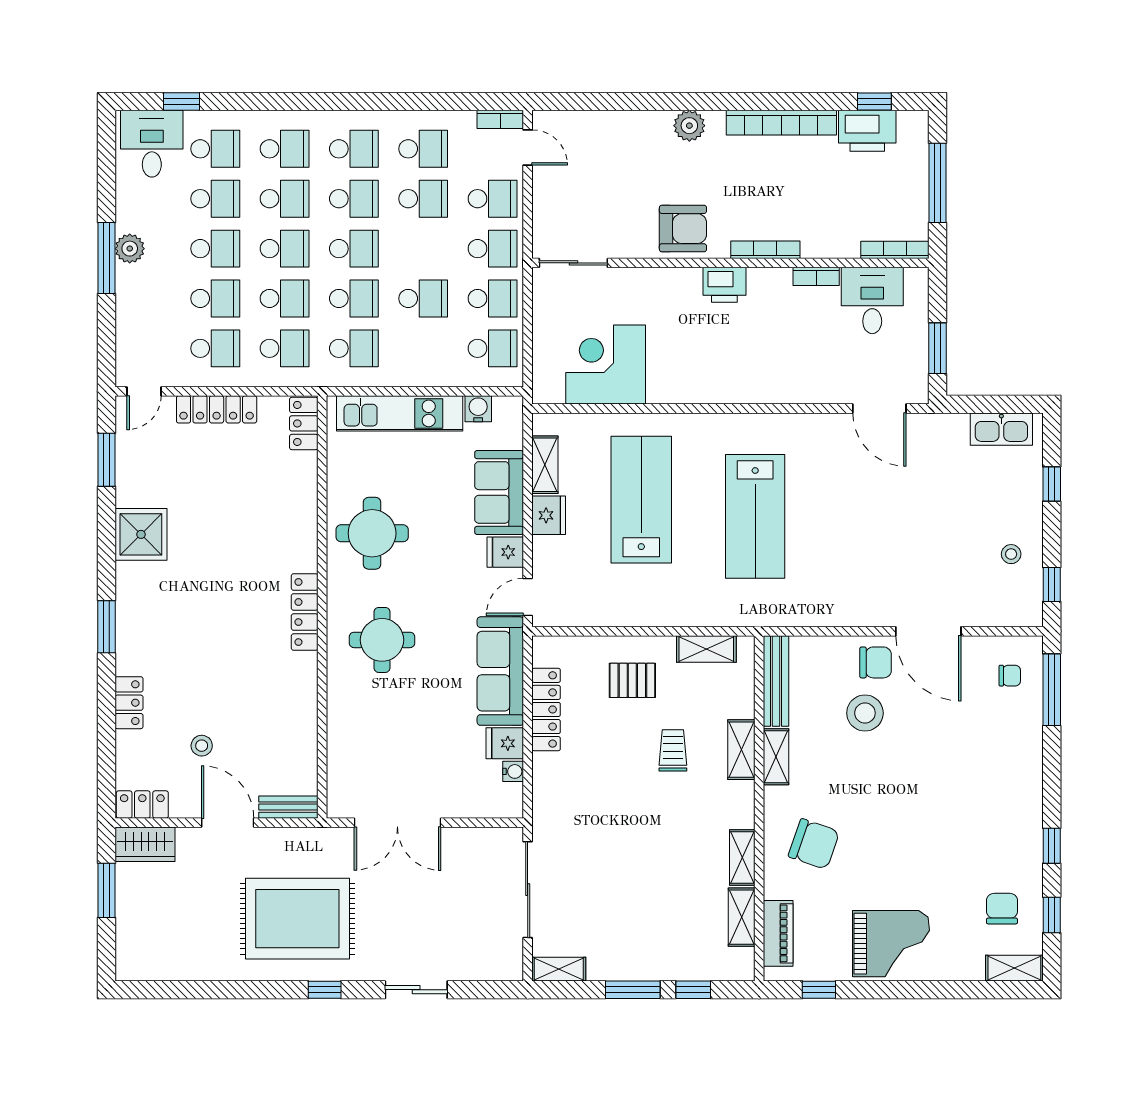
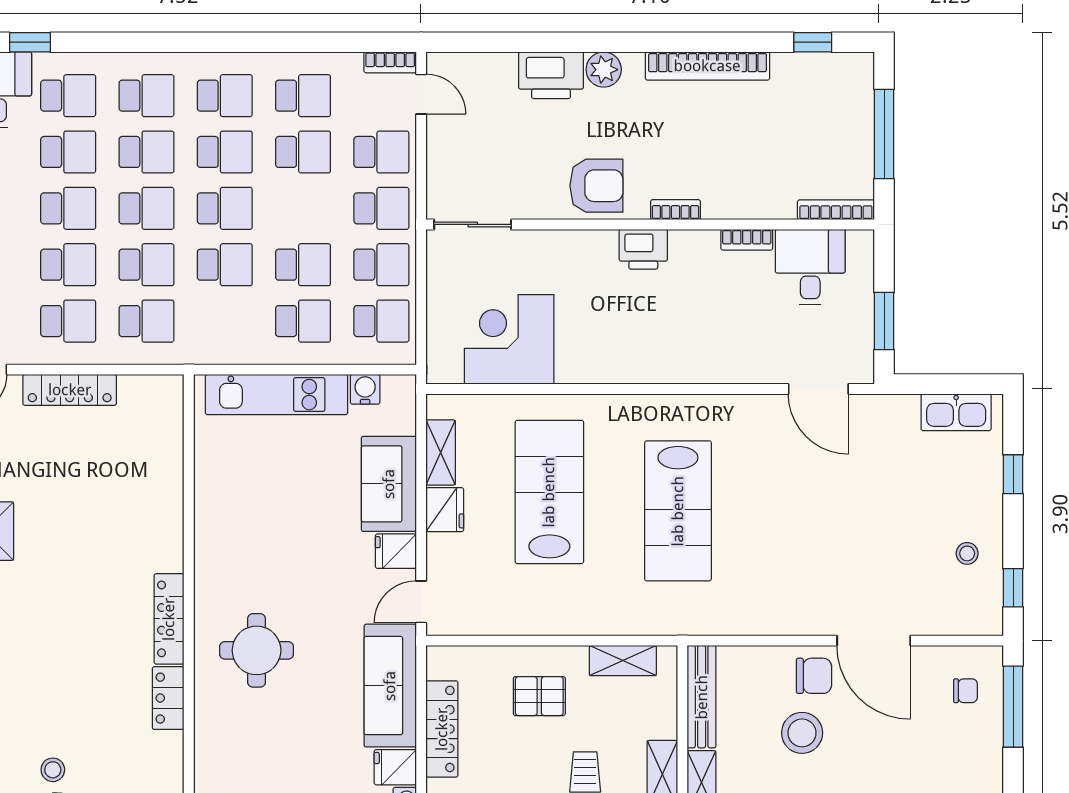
printer: (867, 131) -> (551, 75), moved
bookcase: (765, 250) -> (675, 210), width x0.64
school desk: (354, 348) -> (303, 321), moved
locker: (304, 423) -> (168, 698), moved
round table: (372, 533) -> (245, 530), removed

